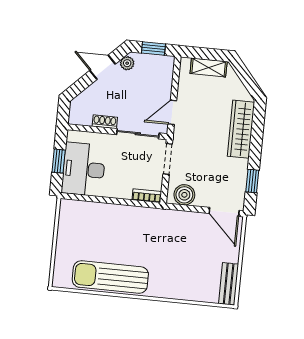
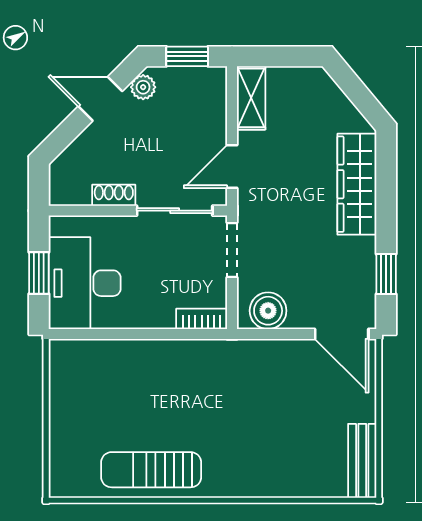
shelving: (209, 68) -> (251, 98), moved, turned 90
sun lounger: (110, 277) -> (151, 470), width x0.73, depth x0.75

